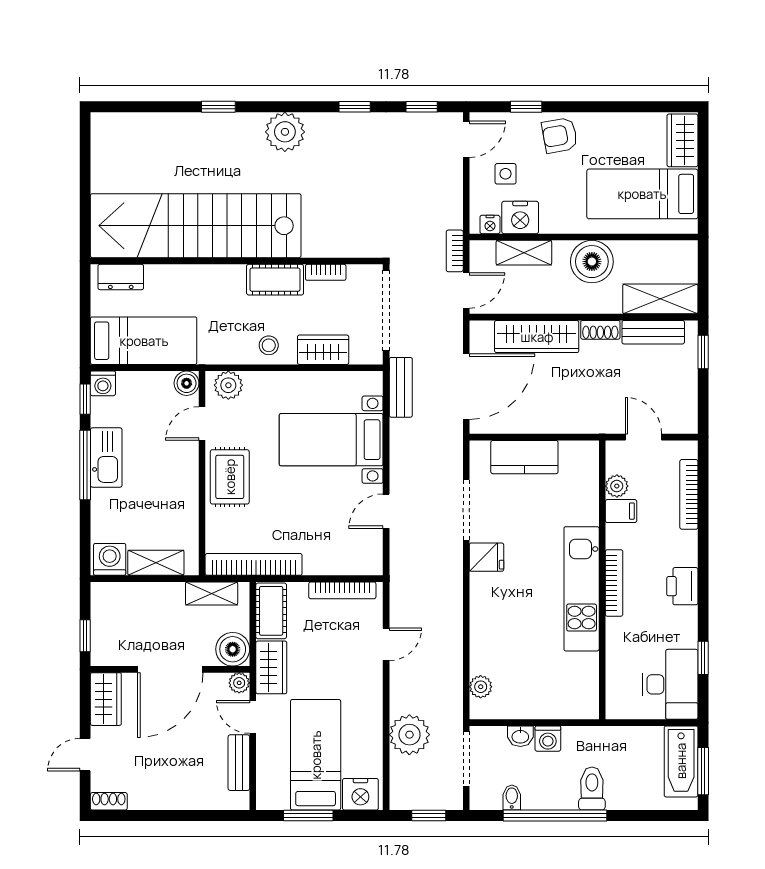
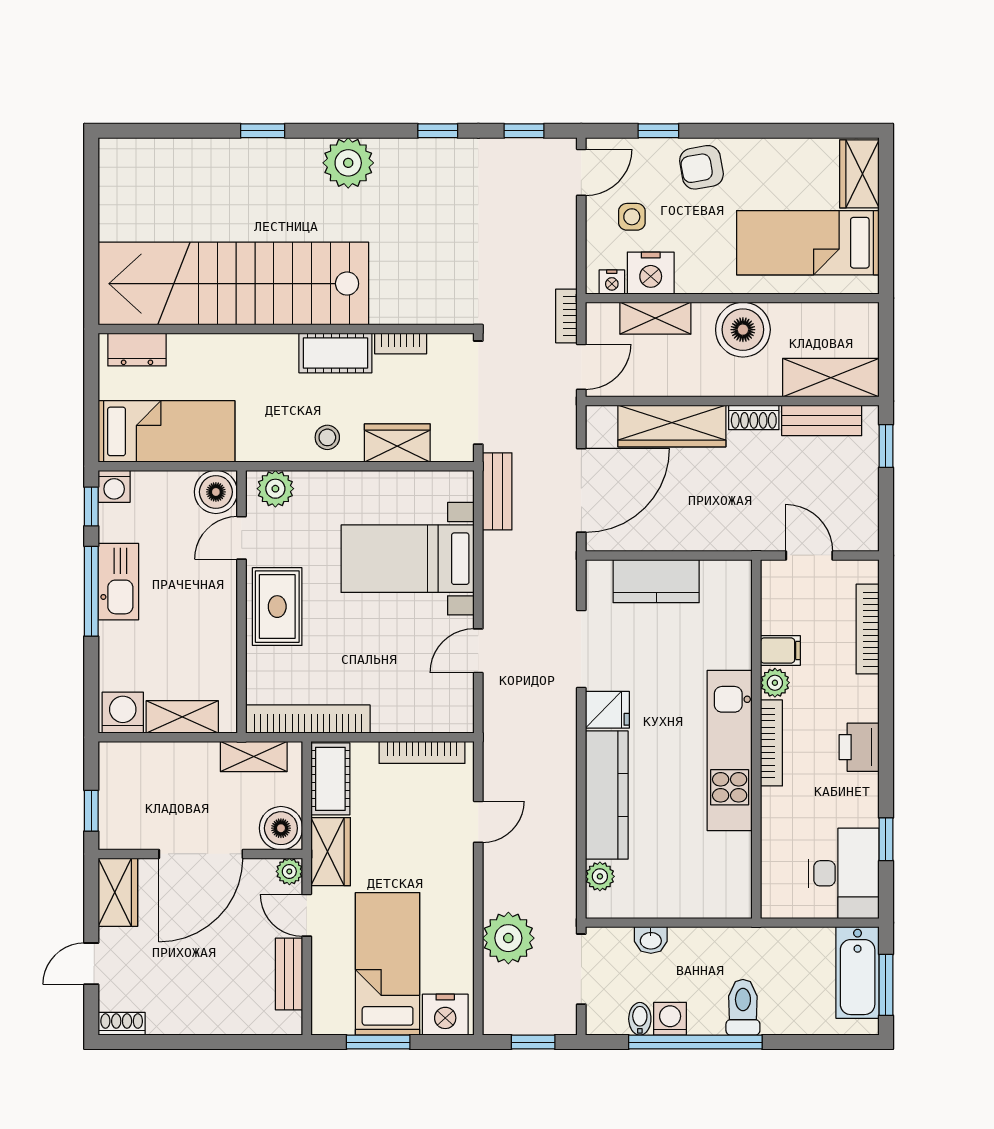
boiler: (187, 383) -> (216, 492), width x1.36, depth x1.36
plant: (617, 486) -> (775, 683), moved
kitchen counter: (486, 623) -> (607, 795), added
washing machine: (548, 739) -> (670, 1019), moved, turned 180

